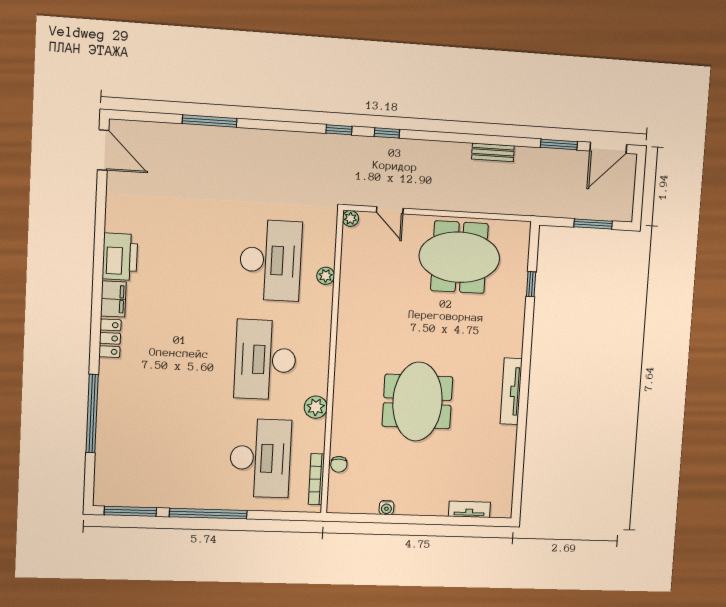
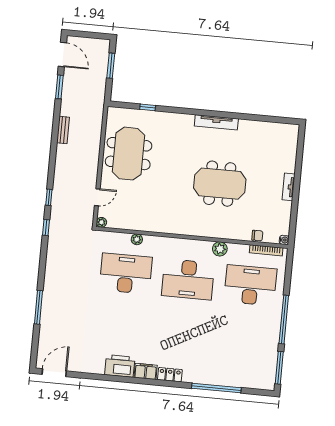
water cooler: (386, 508) -> (284, 240), moved
tv unit: (469, 509) -> (289, 187), moved

